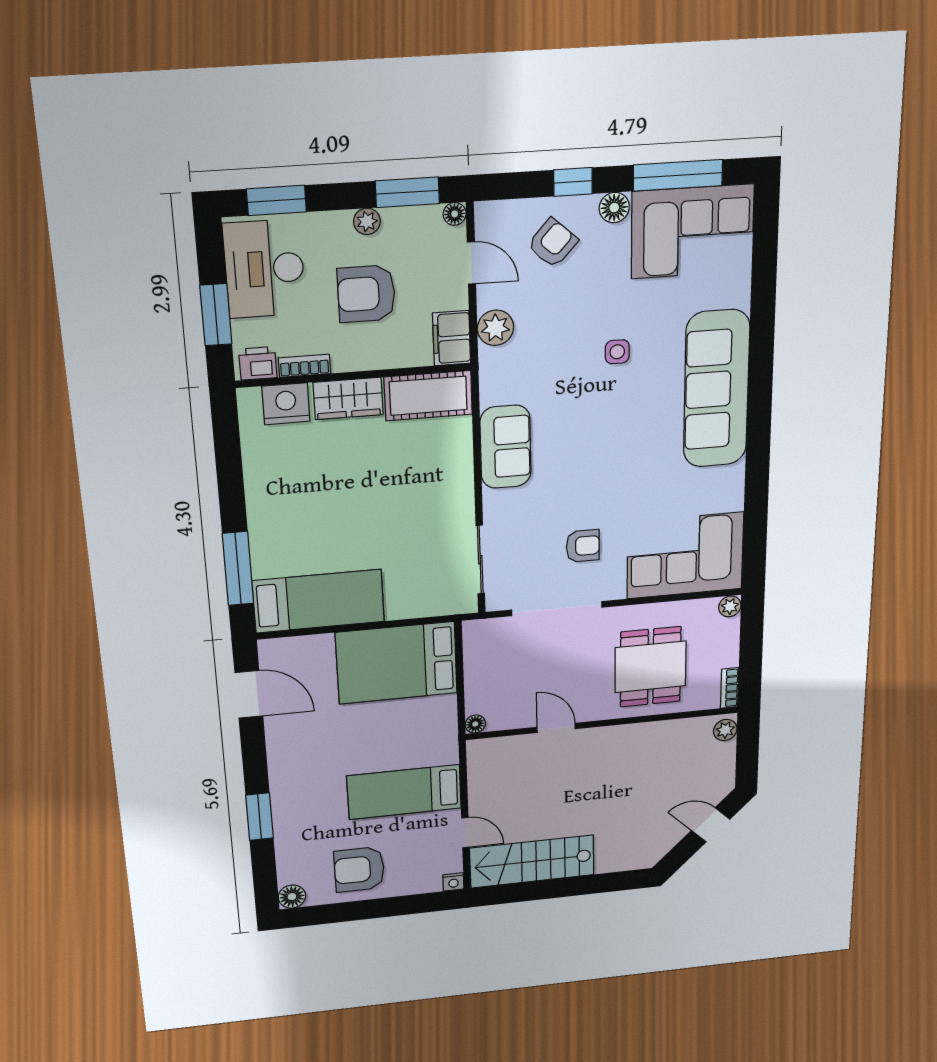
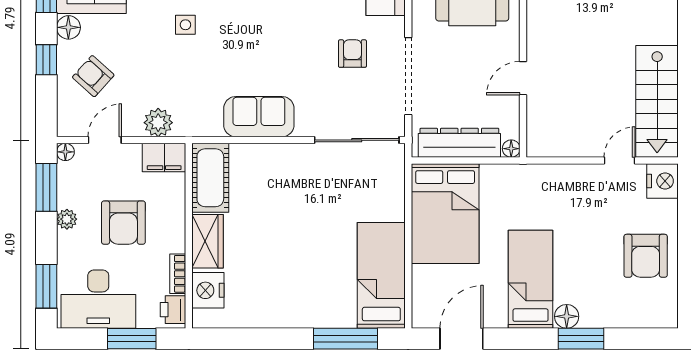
sliding door: (480, 560) -> (357, 140), width x1.37
dresser: (480, 670) -> (459, 143), added
bed: (404, 792) -> (531, 279), moved, turned 180
nightstand: (453, 882) -> (663, 181), width x1.89, depth x1.79
floor lamp: (292, 897) -> (567, 316), moved

